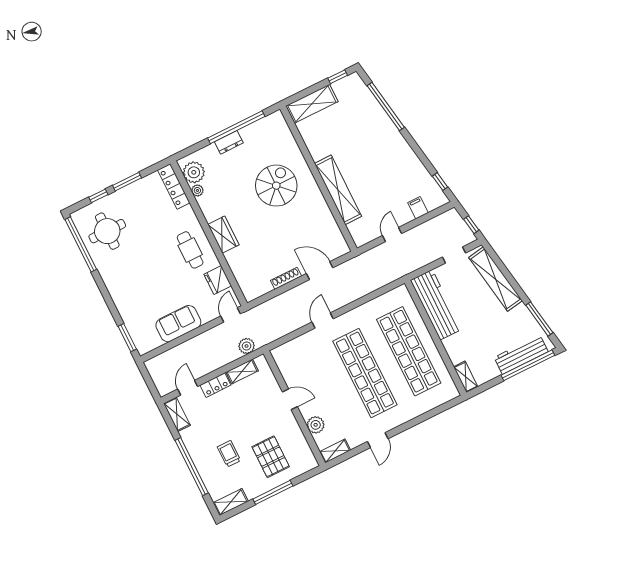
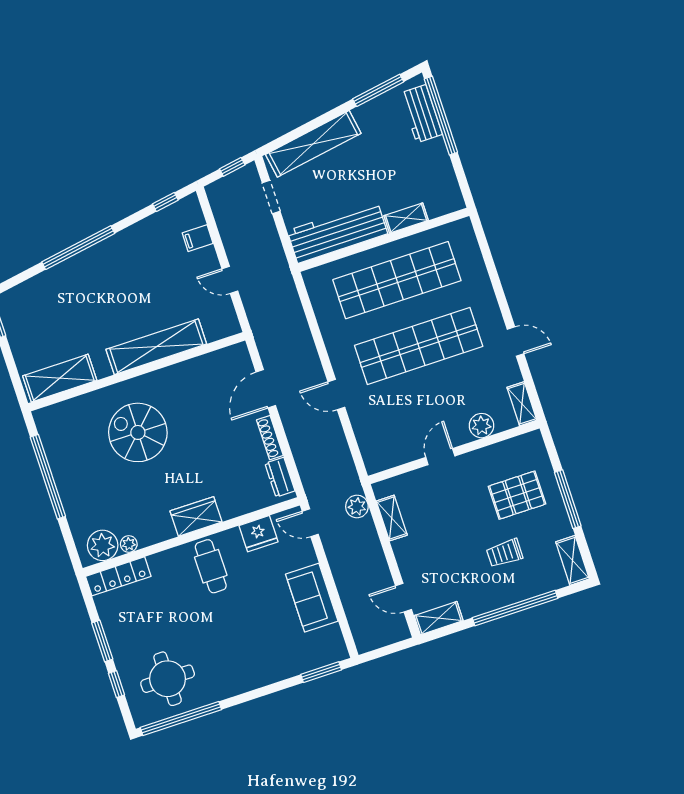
shelving: (312, 104) -> (60, 378), moved, turned 90
window: (386, 107) -> (78, 248), moved
dresser: (229, 142) -> (280, 477), moved, turned 180
cafe table: (190, 250) -> (211, 566), turned 90
workbench: (521, 355) -> (421, 114), width x0.73
shelving: (466, 377) -> (406, 218), moved
locker: (215, 385) -> (405, 558), removed

